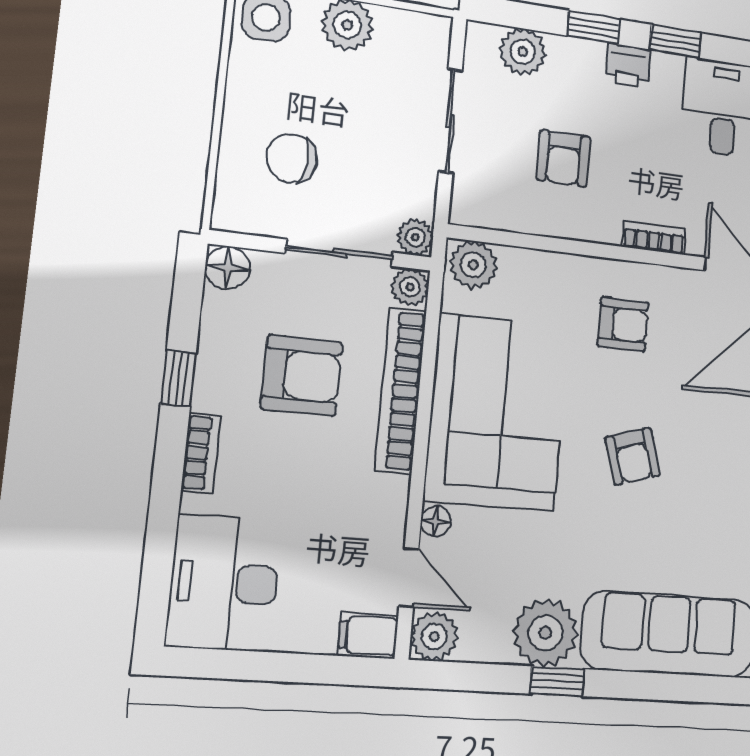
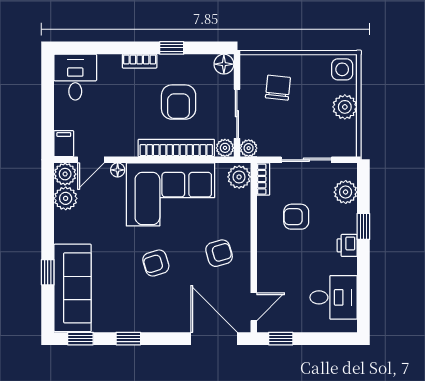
window: (675, 41) -> (363, 269), removed
bookcase: (654, 238) -> (263, 179), moved
armchair: (623, 324) -> (219, 253), turned -106
desk: (224, 583) -> (75, 77), width x0.73
plant: (545, 633) -> (66, 198), moved, width x0.73, depth x0.73
window: (557, 681) -> (48, 272), moved

